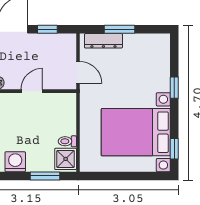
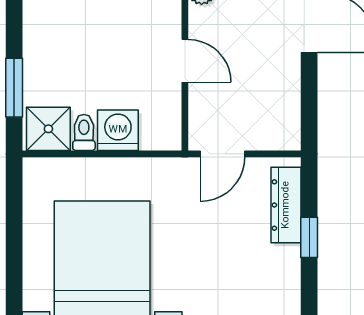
window: (47, 29) -> (309, 92), removed
window: (120, 29) -> (309, 237), width x0.67
washing machine: (15, 162) -> (118, 130), moved, turned -90

